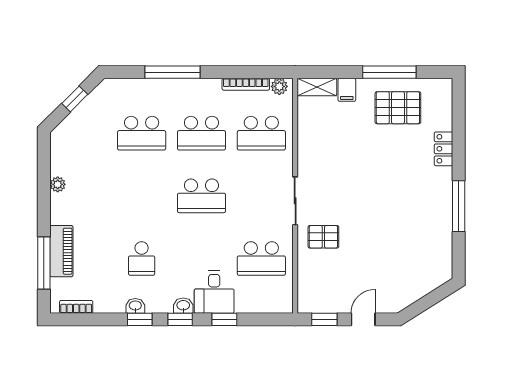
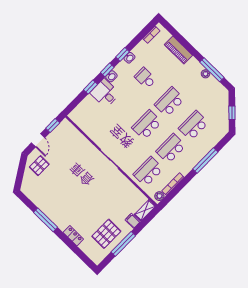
pallet: (323, 237) -> (39, 166), moved
school desk: (261, 258) -> (169, 102), moved
window: (44, 263) -> (212, 70), moved

